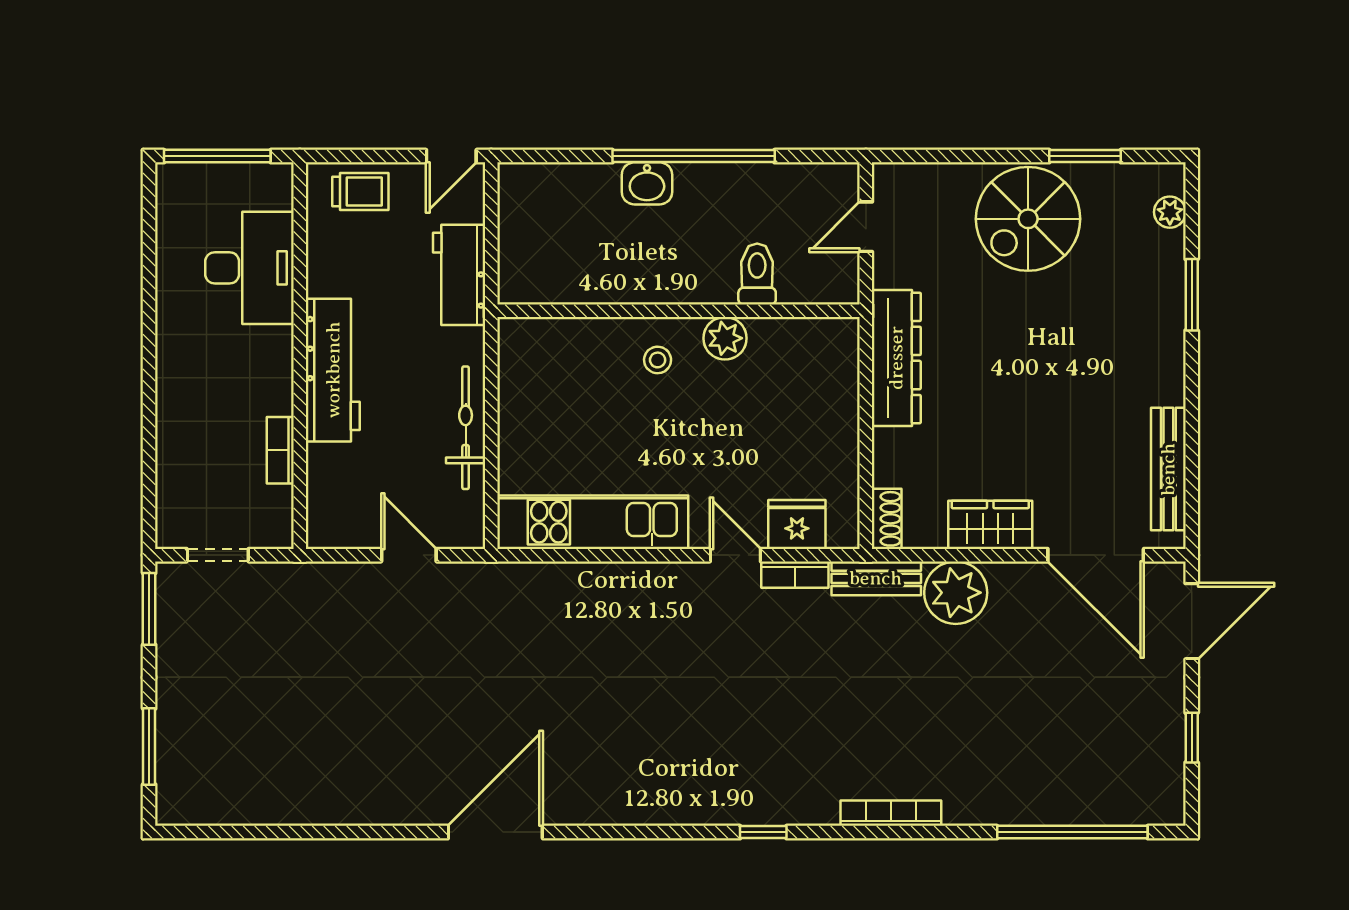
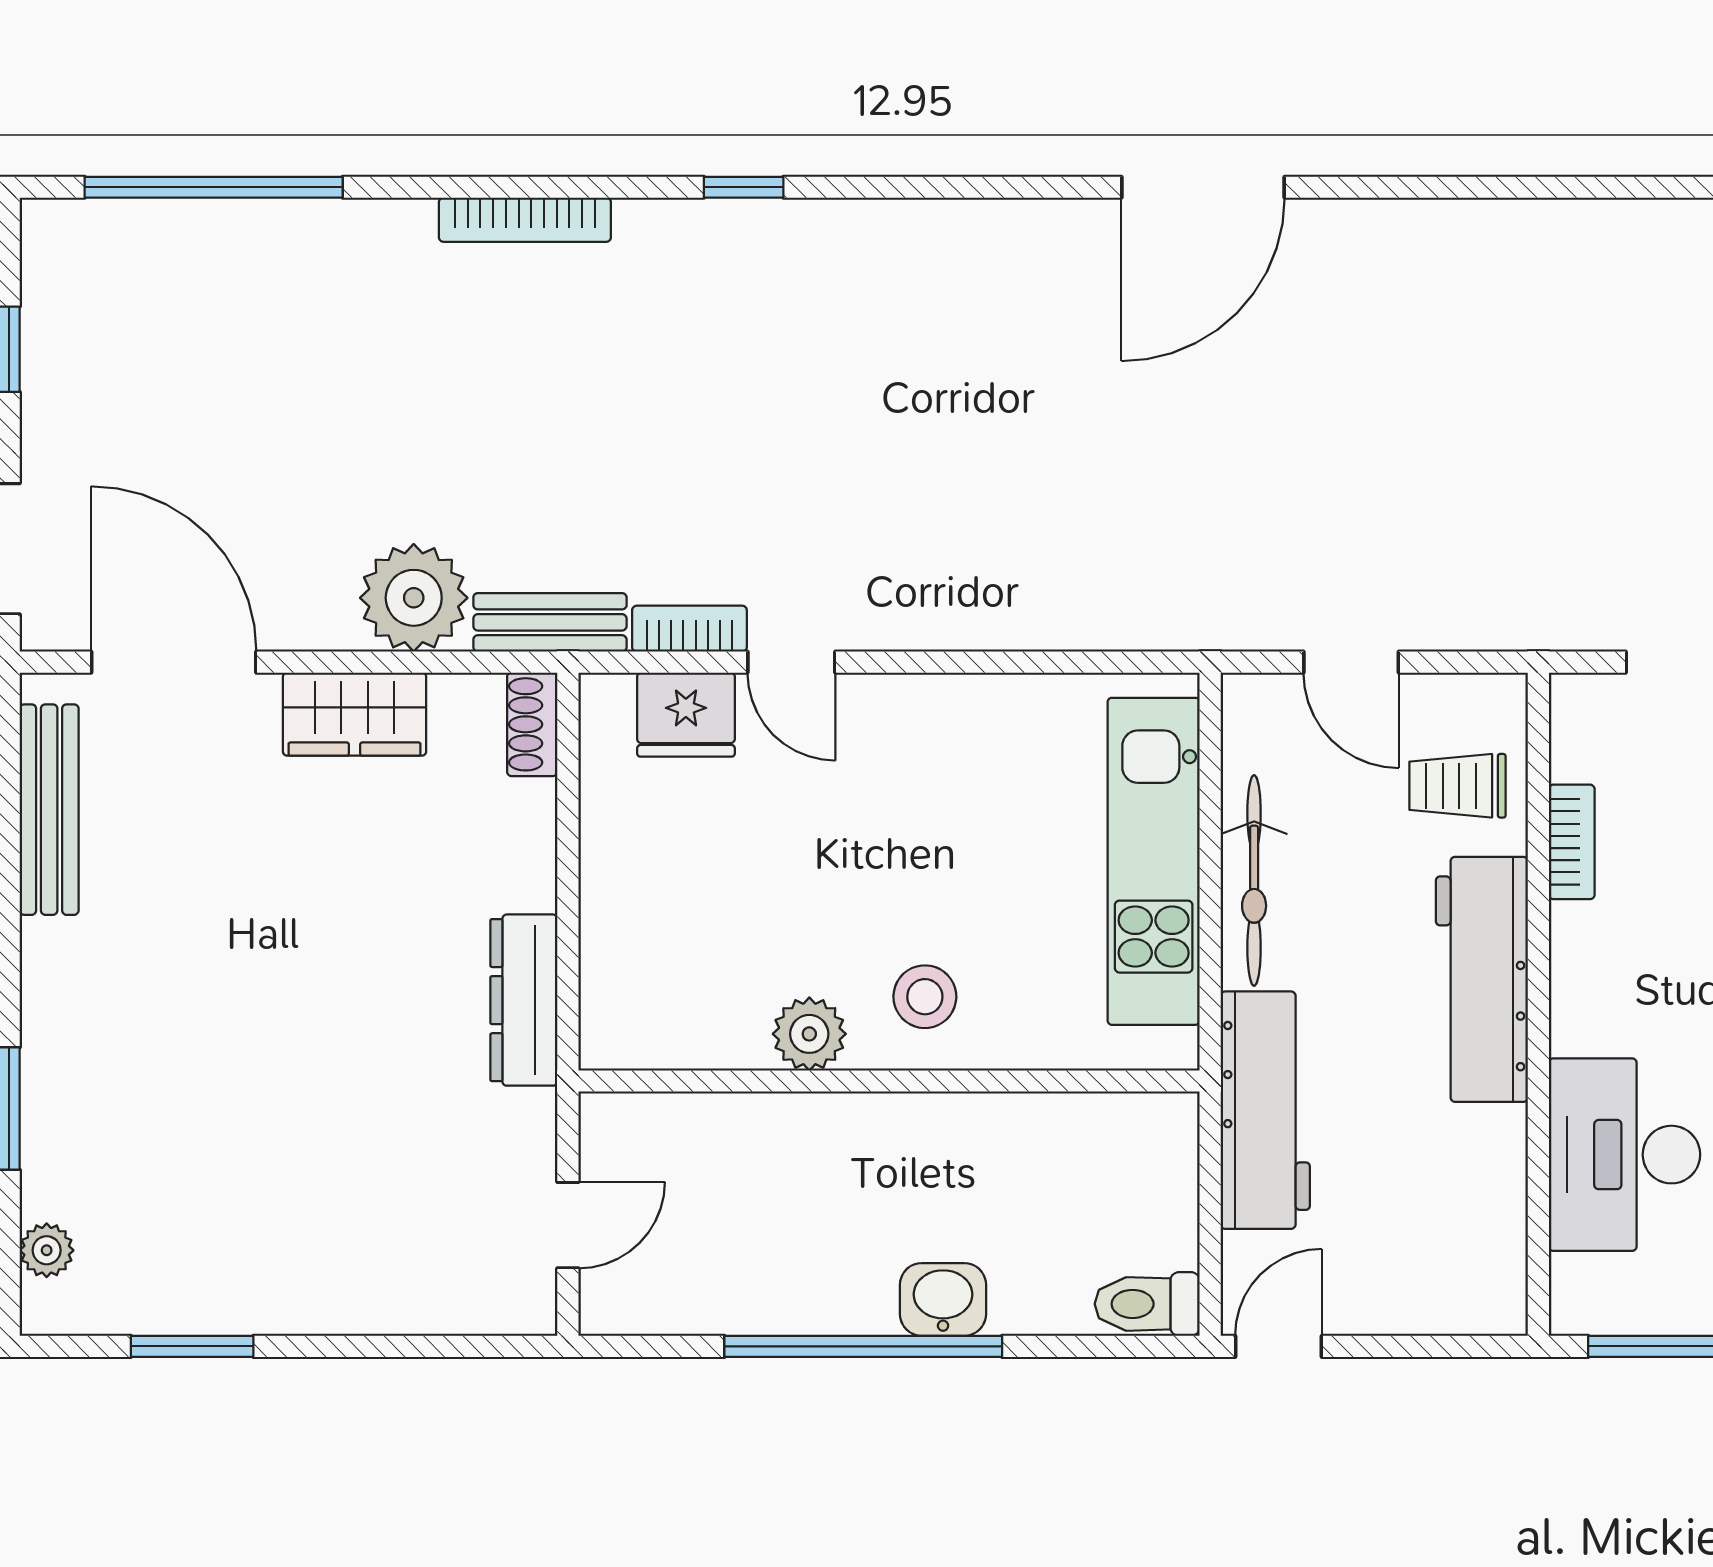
trolley: (360, 191) -> (1458, 786), moved
spiral stairs: (1028, 219) -> (290, 1239), removed
toilet: (757, 274) -> (1147, 1304), moved, turned 90
workbench: (459, 275) -> (1265, 1110), width x1.38
dresser: (896, 358) -> (524, 1000), width x0.73, depth x0.80
stool: (658, 360) -> (925, 997), width x1.37, depth x1.37
kitchen unit: (593, 522) -> (1154, 861), moved, turned 90

